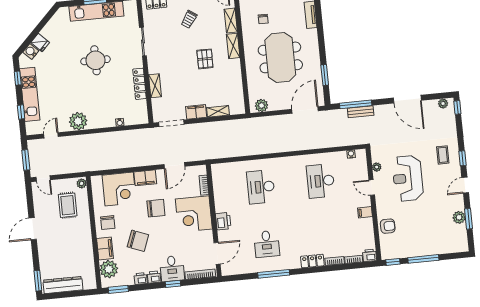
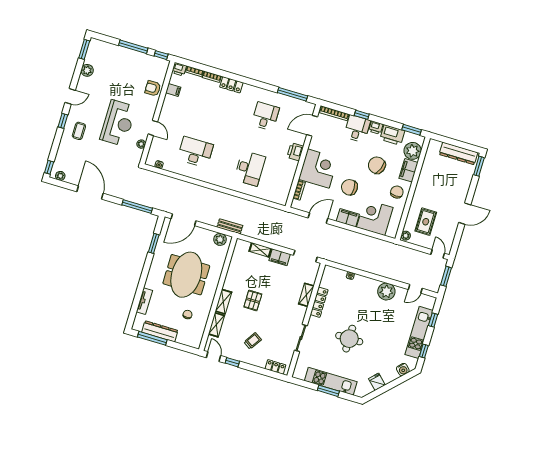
fridge: (40, 43) -> (377, 382), moved
bench: (361, 112) -> (230, 226), moved
desk: (321, 181) -> (195, 152), turned -90
filing cabinet: (365, 212) -> (173, 90), moved
window: (469, 219) -> (84, 49), moved
window: (274, 274) -> (292, 94), moved
printer: (141, 279) -> (392, 135), width x1.87, depth x1.48

